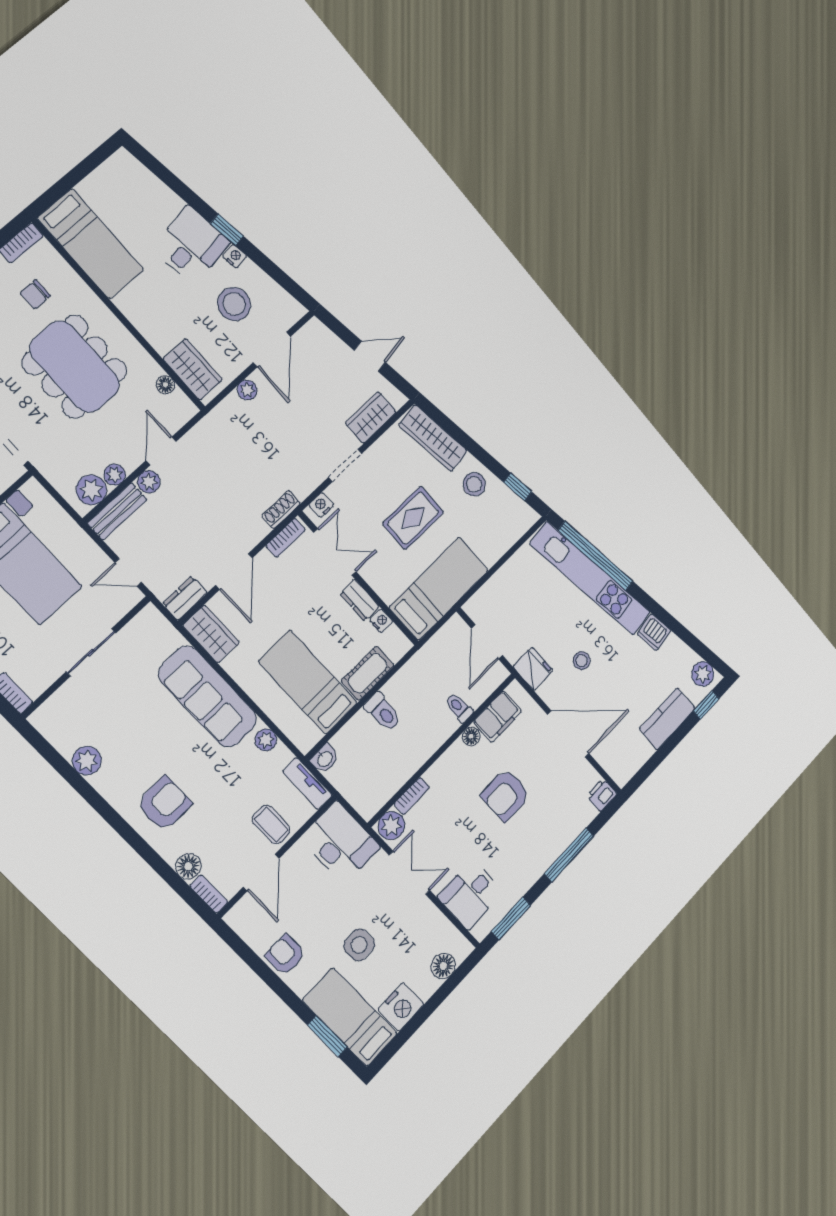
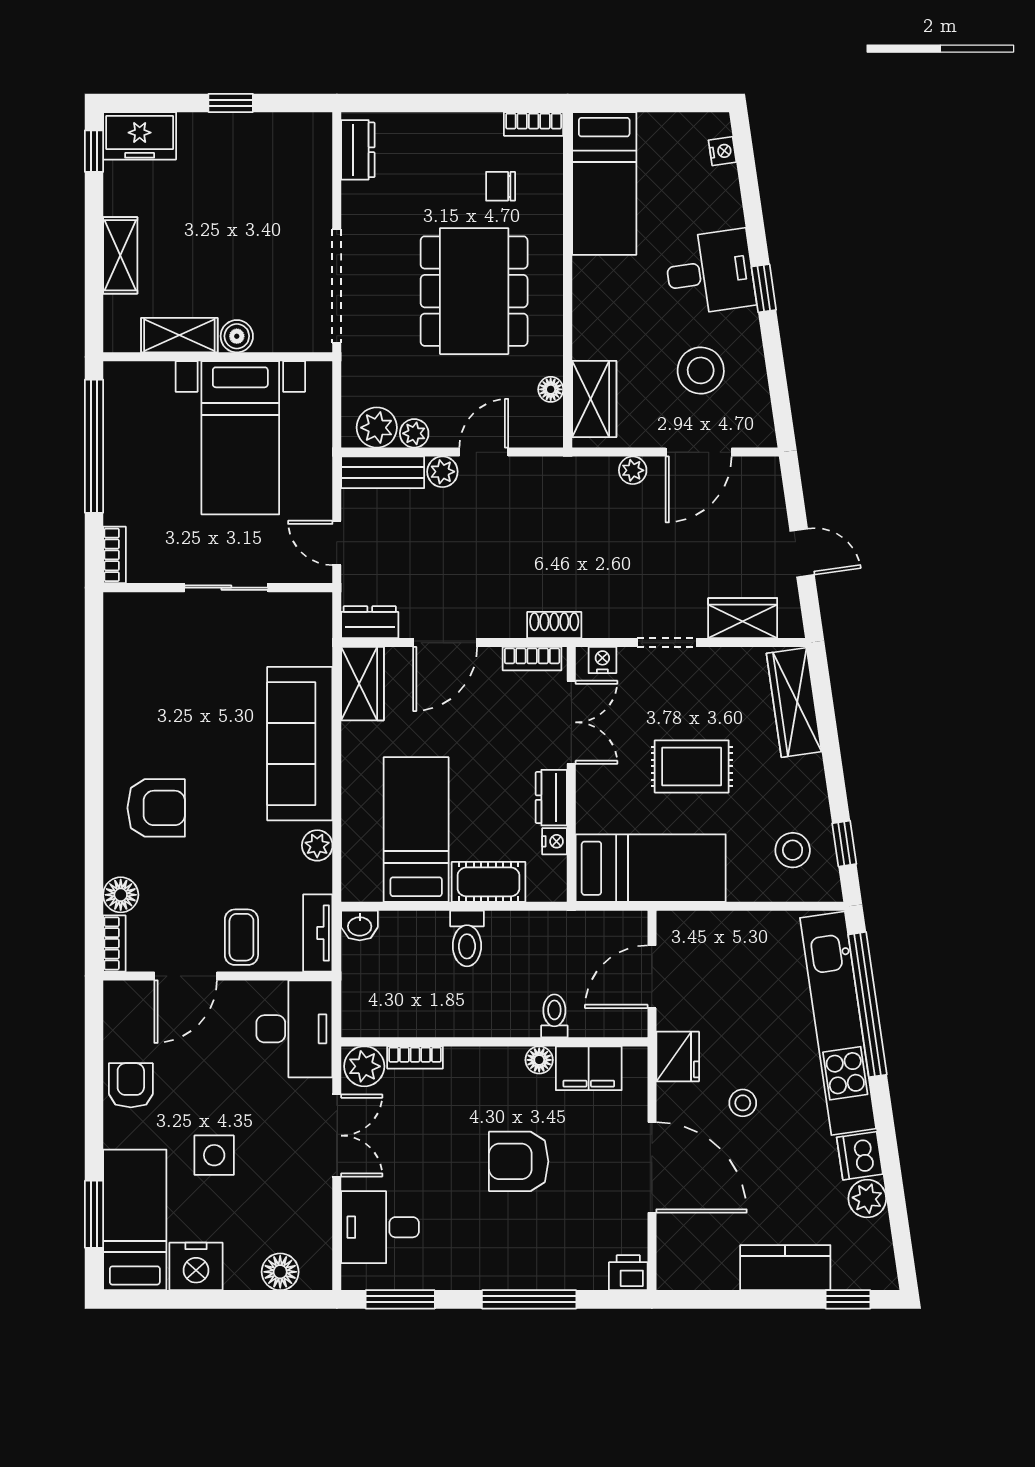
nightstand: (235, 256) -> (722, 151), moved
stool: (474, 484) -> (793, 850), moved
plant: (703, 674) -> (867, 1199), moved
plant: (87, 761) -> (122, 690), removed

